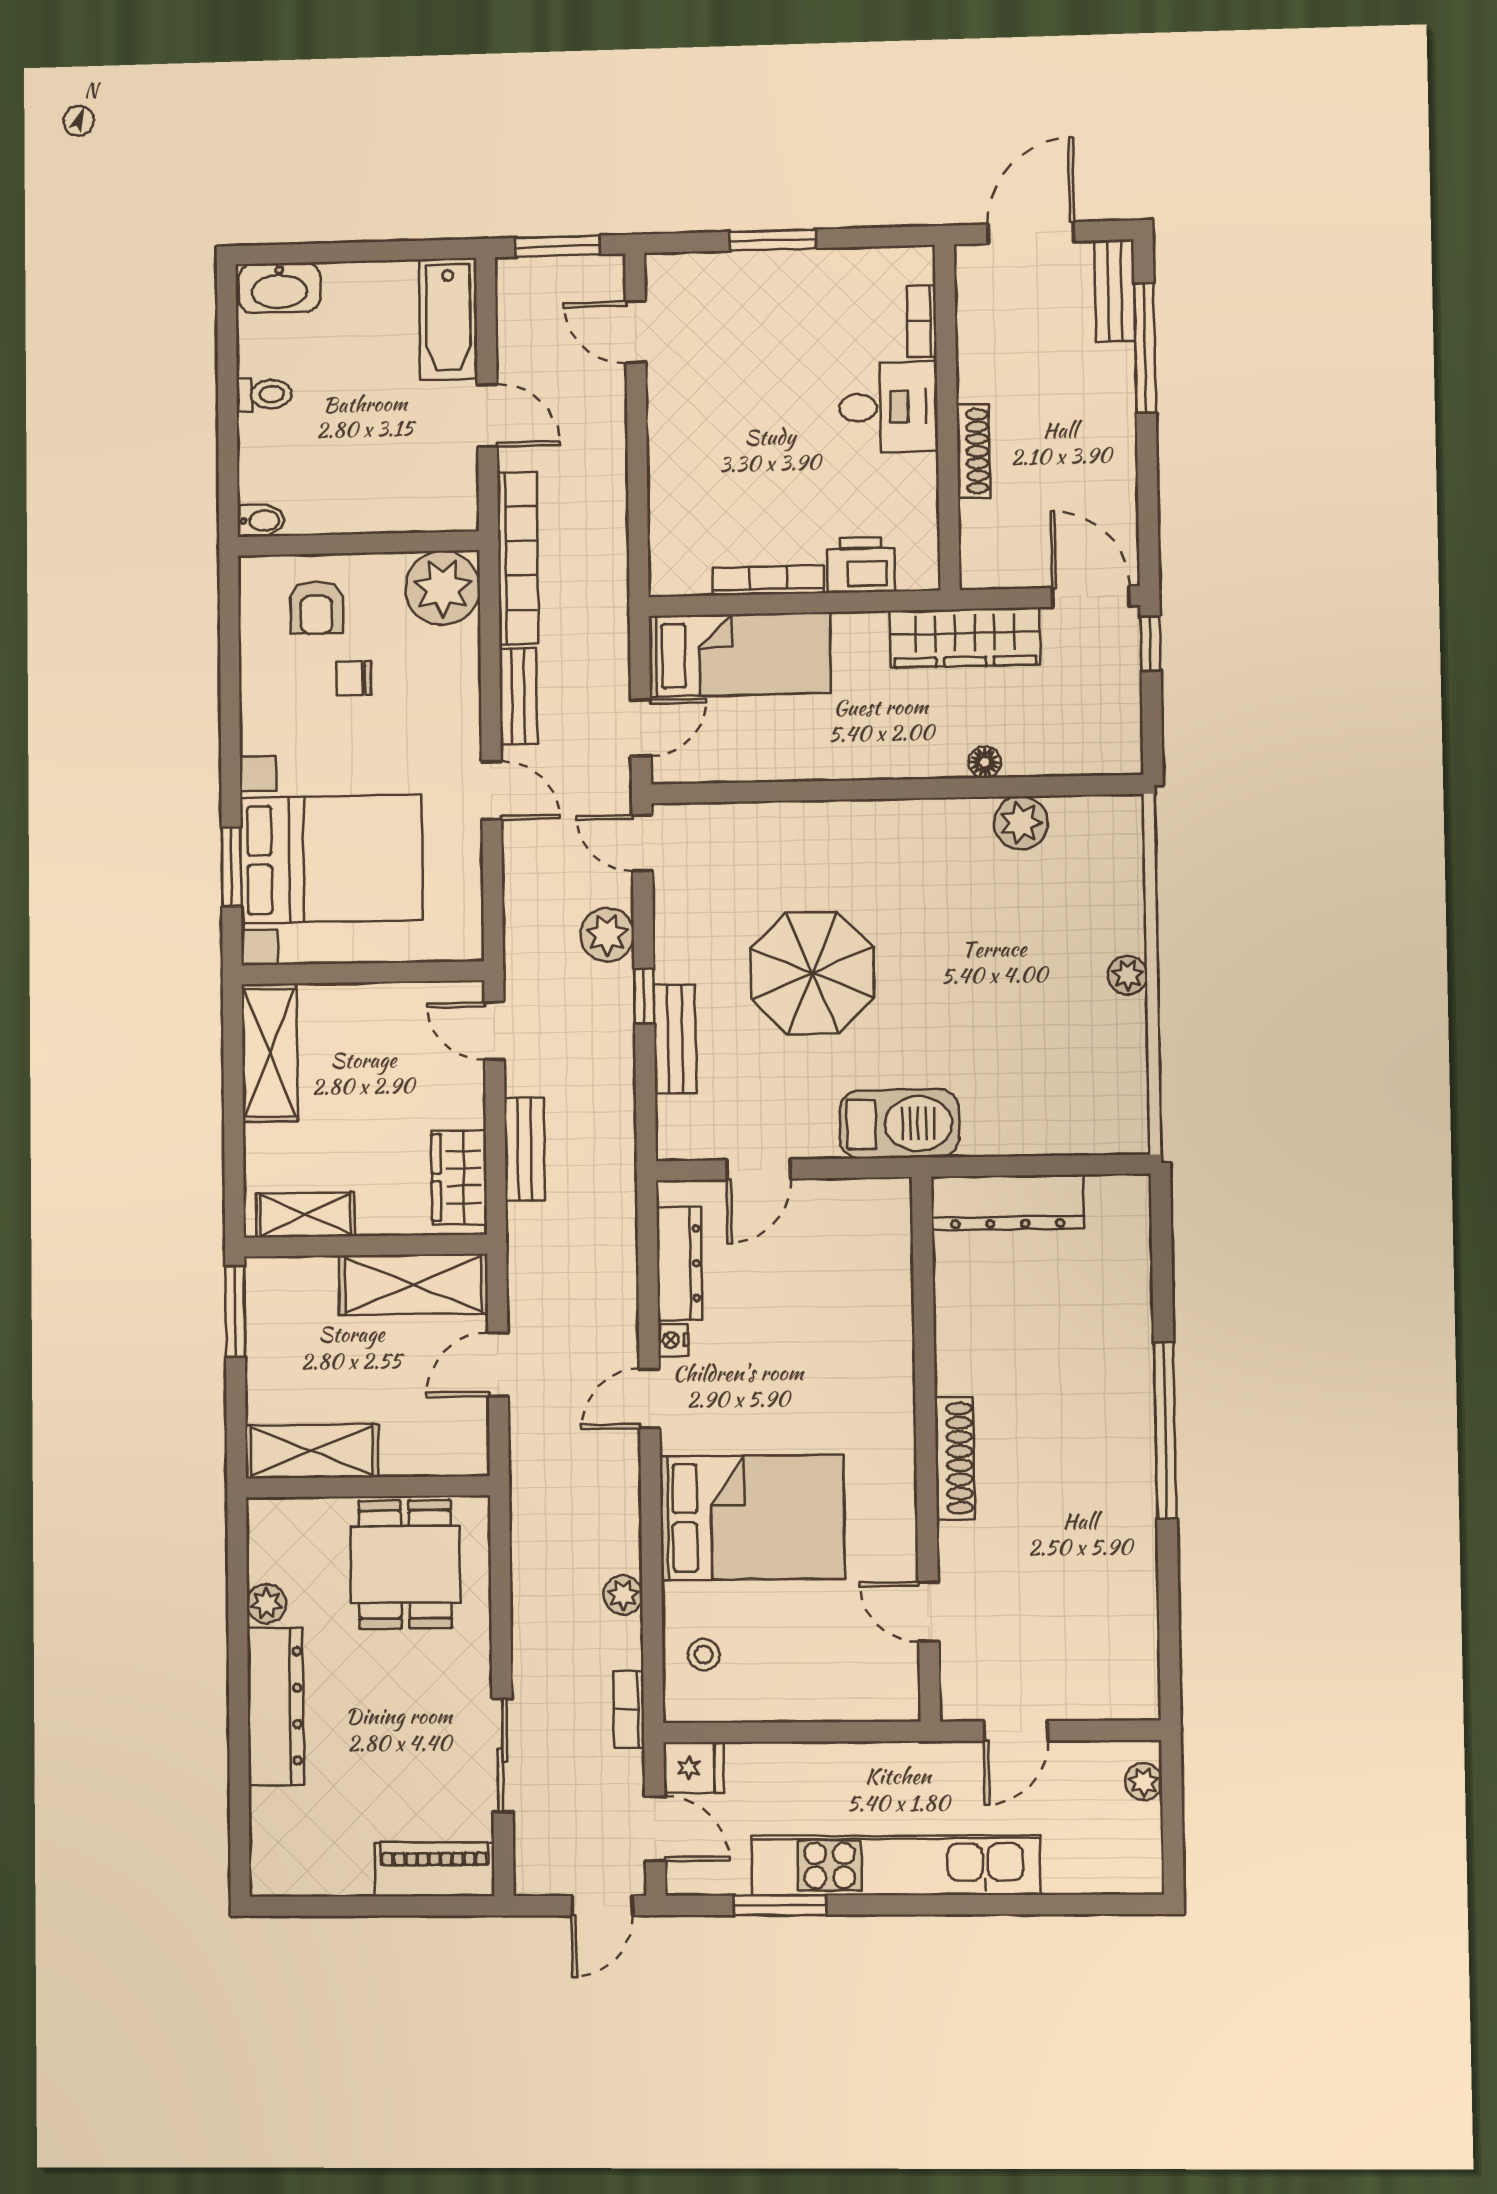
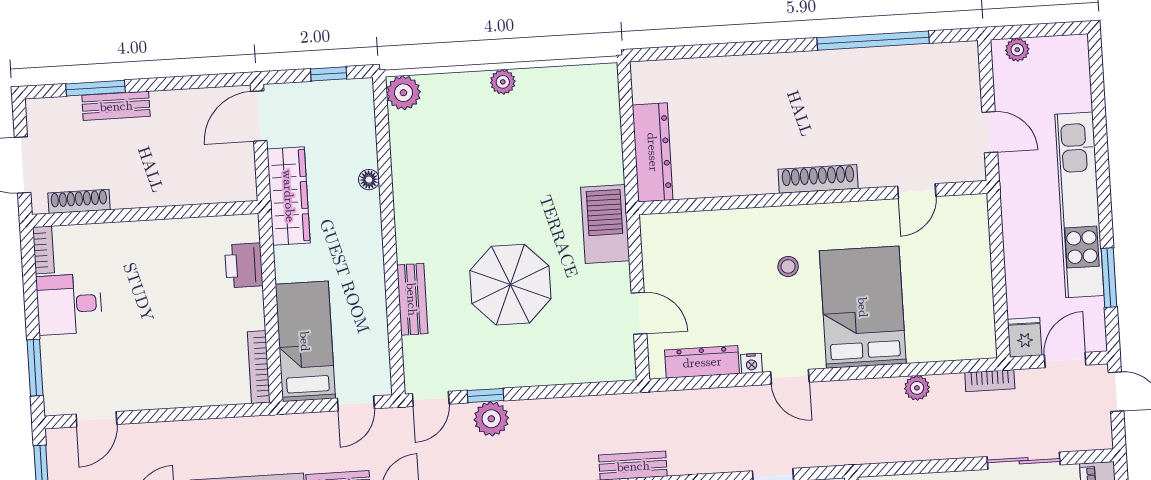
window: (773, 240) -> (35, 368), moved
bench: (1115, 291) -> (116, 106), moved
bookcase: (922, 321) -> (43, 250), moved, turned -90
window: (1145, 348) -> (96, 88), width x0.69
desk: (888, 407) -> (69, 304), moved, turned -90
shoe rack: (973, 451) -> (79, 201), moved
bookcase: (768, 580) -> (259, 367), moved
window: (1151, 644) -> (329, 74), moved
door: (641, 728) -> (356, 403), swing flipped
plant: (1021, 823) -> (403, 93), moved
window: (644, 996) -> (485, 395), moved
bench: (675, 1039) -> (412, 299), moved, turned 90
window: (1165, 1430) -> (873, 41), moved
stool: (704, 1655) -> (788, 266), moved

